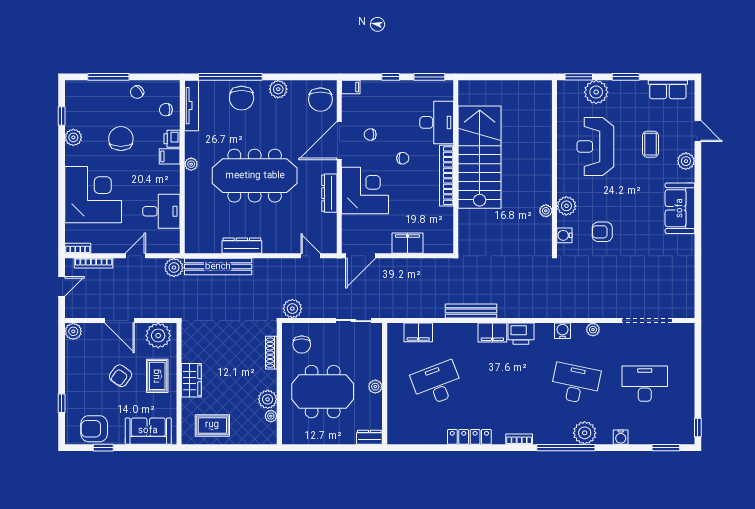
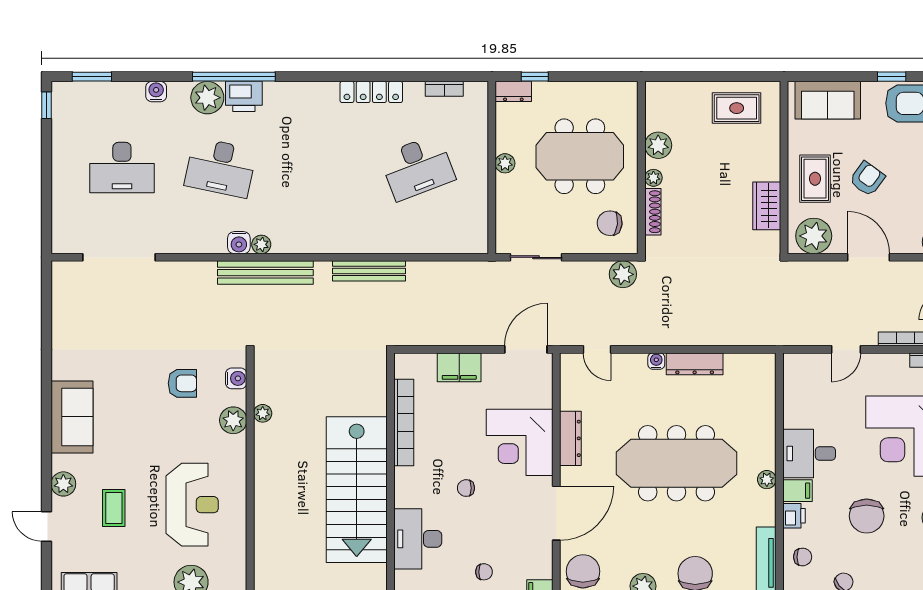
chair: (370, 135) -> (484, 572), moved
bookcase: (446, 176) -> (404, 423), moved
desk: (161, 211) -> (809, 453), moved
water cooler: (269, 248) -> (656, 361), added
bench: (218, 267) -> (265, 273), moved
plant: (174, 268) -> (791, 333), removed
plant: (593, 330) -> (261, 244), moved
filing cabinet: (418, 332) -> (444, 240), removed
filing cabinet: (492, 333) -> (339, 240), removed
printer: (521, 334) -> (244, 96), moved, turned 180
chair: (302, 345) -> (610, 223), turned -84
wardrobe: (191, 380) -> (767, 206), moved
plant: (271, 416) -> (653, 178), moved
bookcase: (519, 439) -> (444, 89), moved
window: (354, 448) -> (535, 77), added

